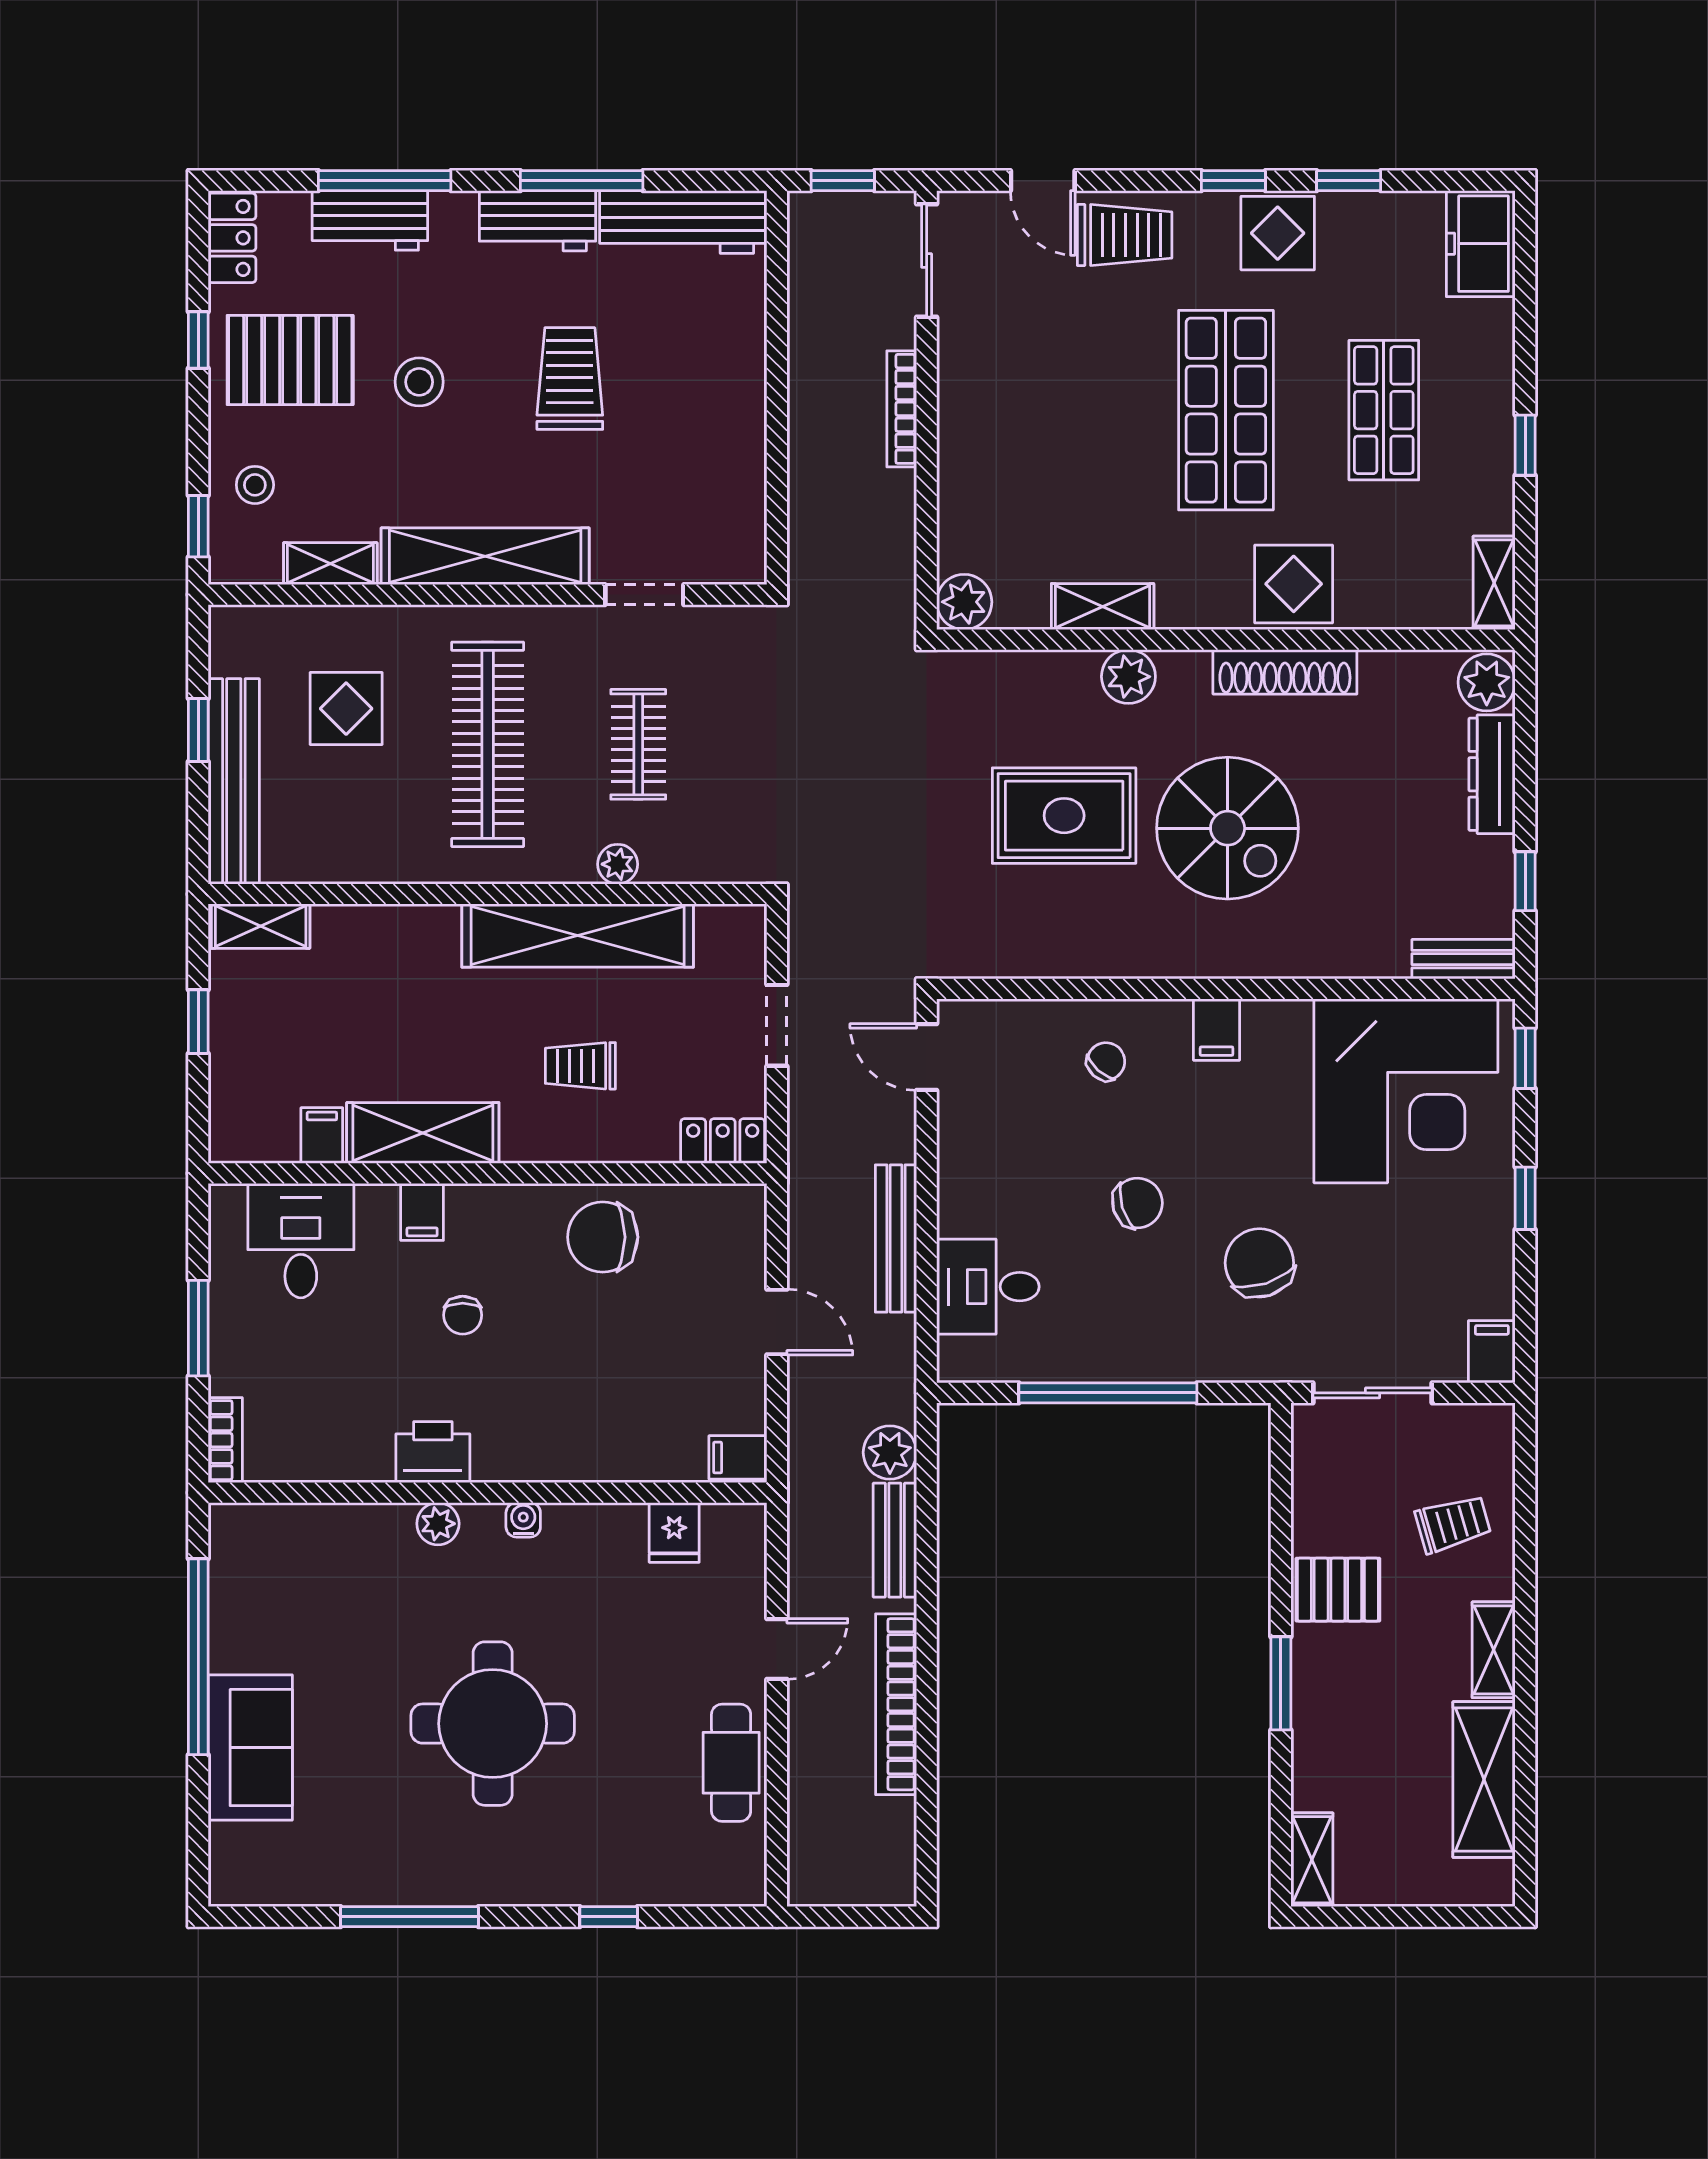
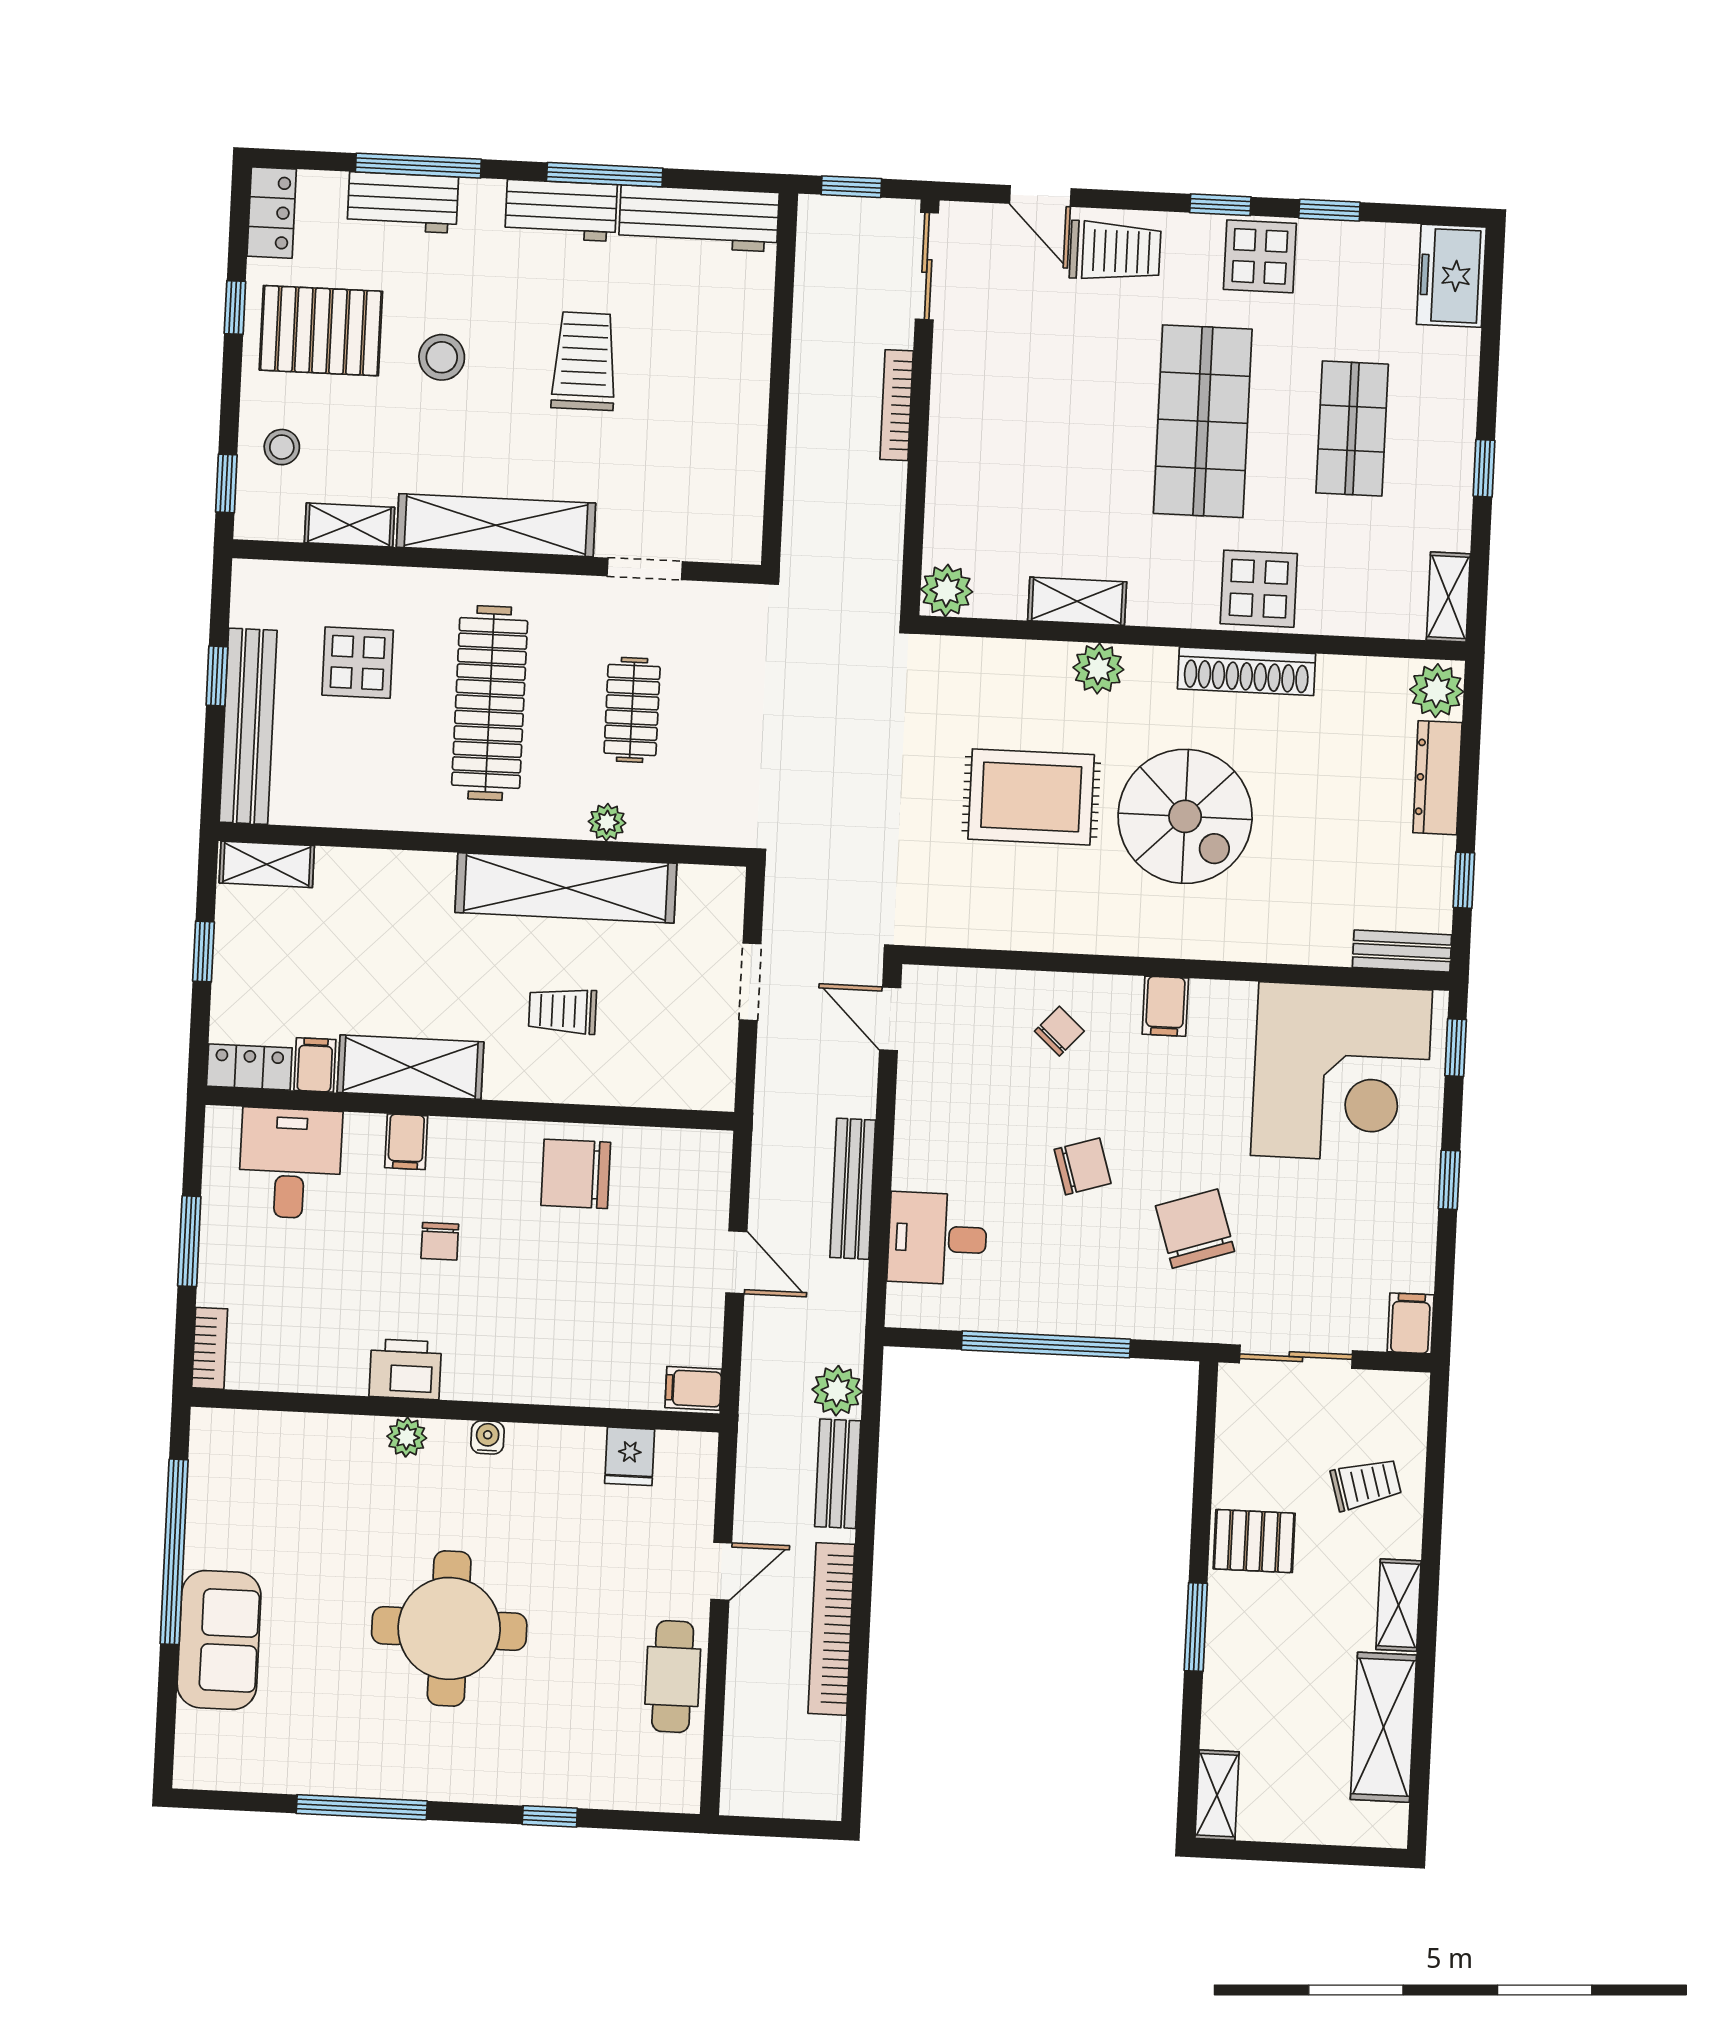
locker: (723, 1141) -> (249, 1067), moved

